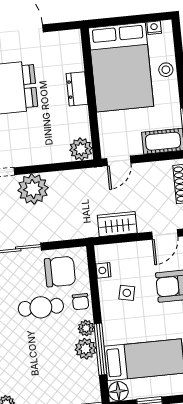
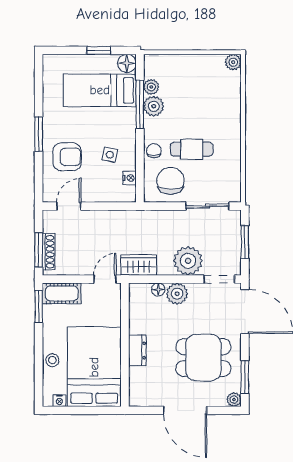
plant: (81, 149) -> (177, 294), moved
floor lamp: (61, 156) -> (158, 289), added
wardrobe: (117, 224) -> (139, 265), moved, turned 180
chair: (60, 272) -> (170, 181), turned 90
plant: (86, 328) -> (151, 87), moved

